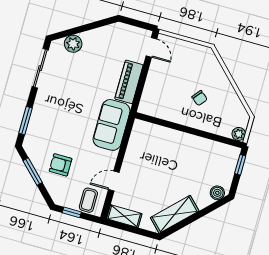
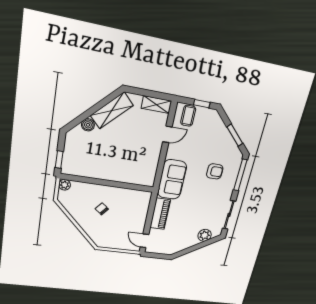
window: (25, 121) -> (240, 175), width x1.44
armchair: (61, 165) -> (215, 171), moved
boiler: (217, 193) -> (88, 125), moved

